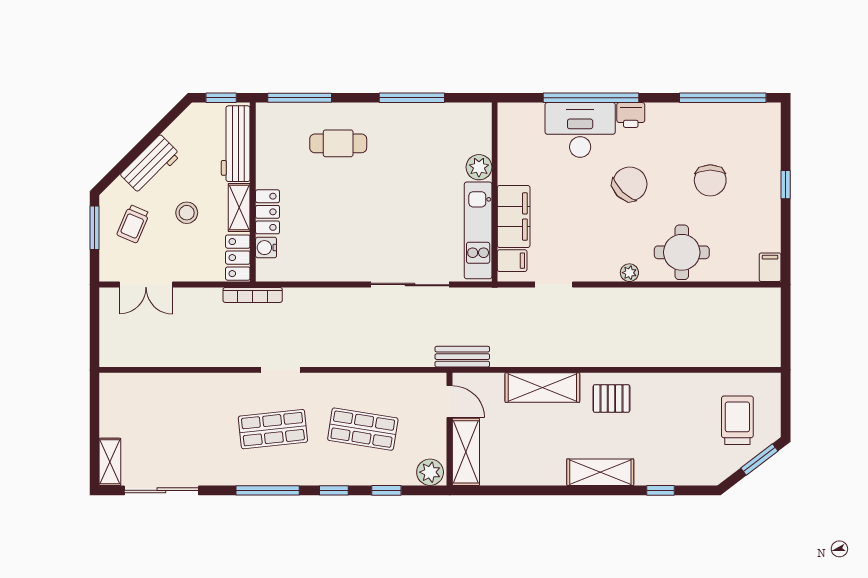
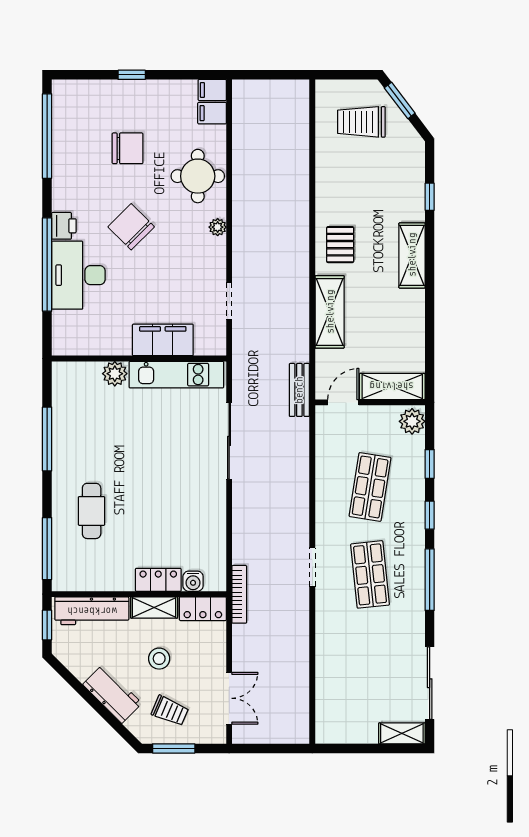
filing cabinet: (512, 261) -> (212, 113), moved, turned -90

